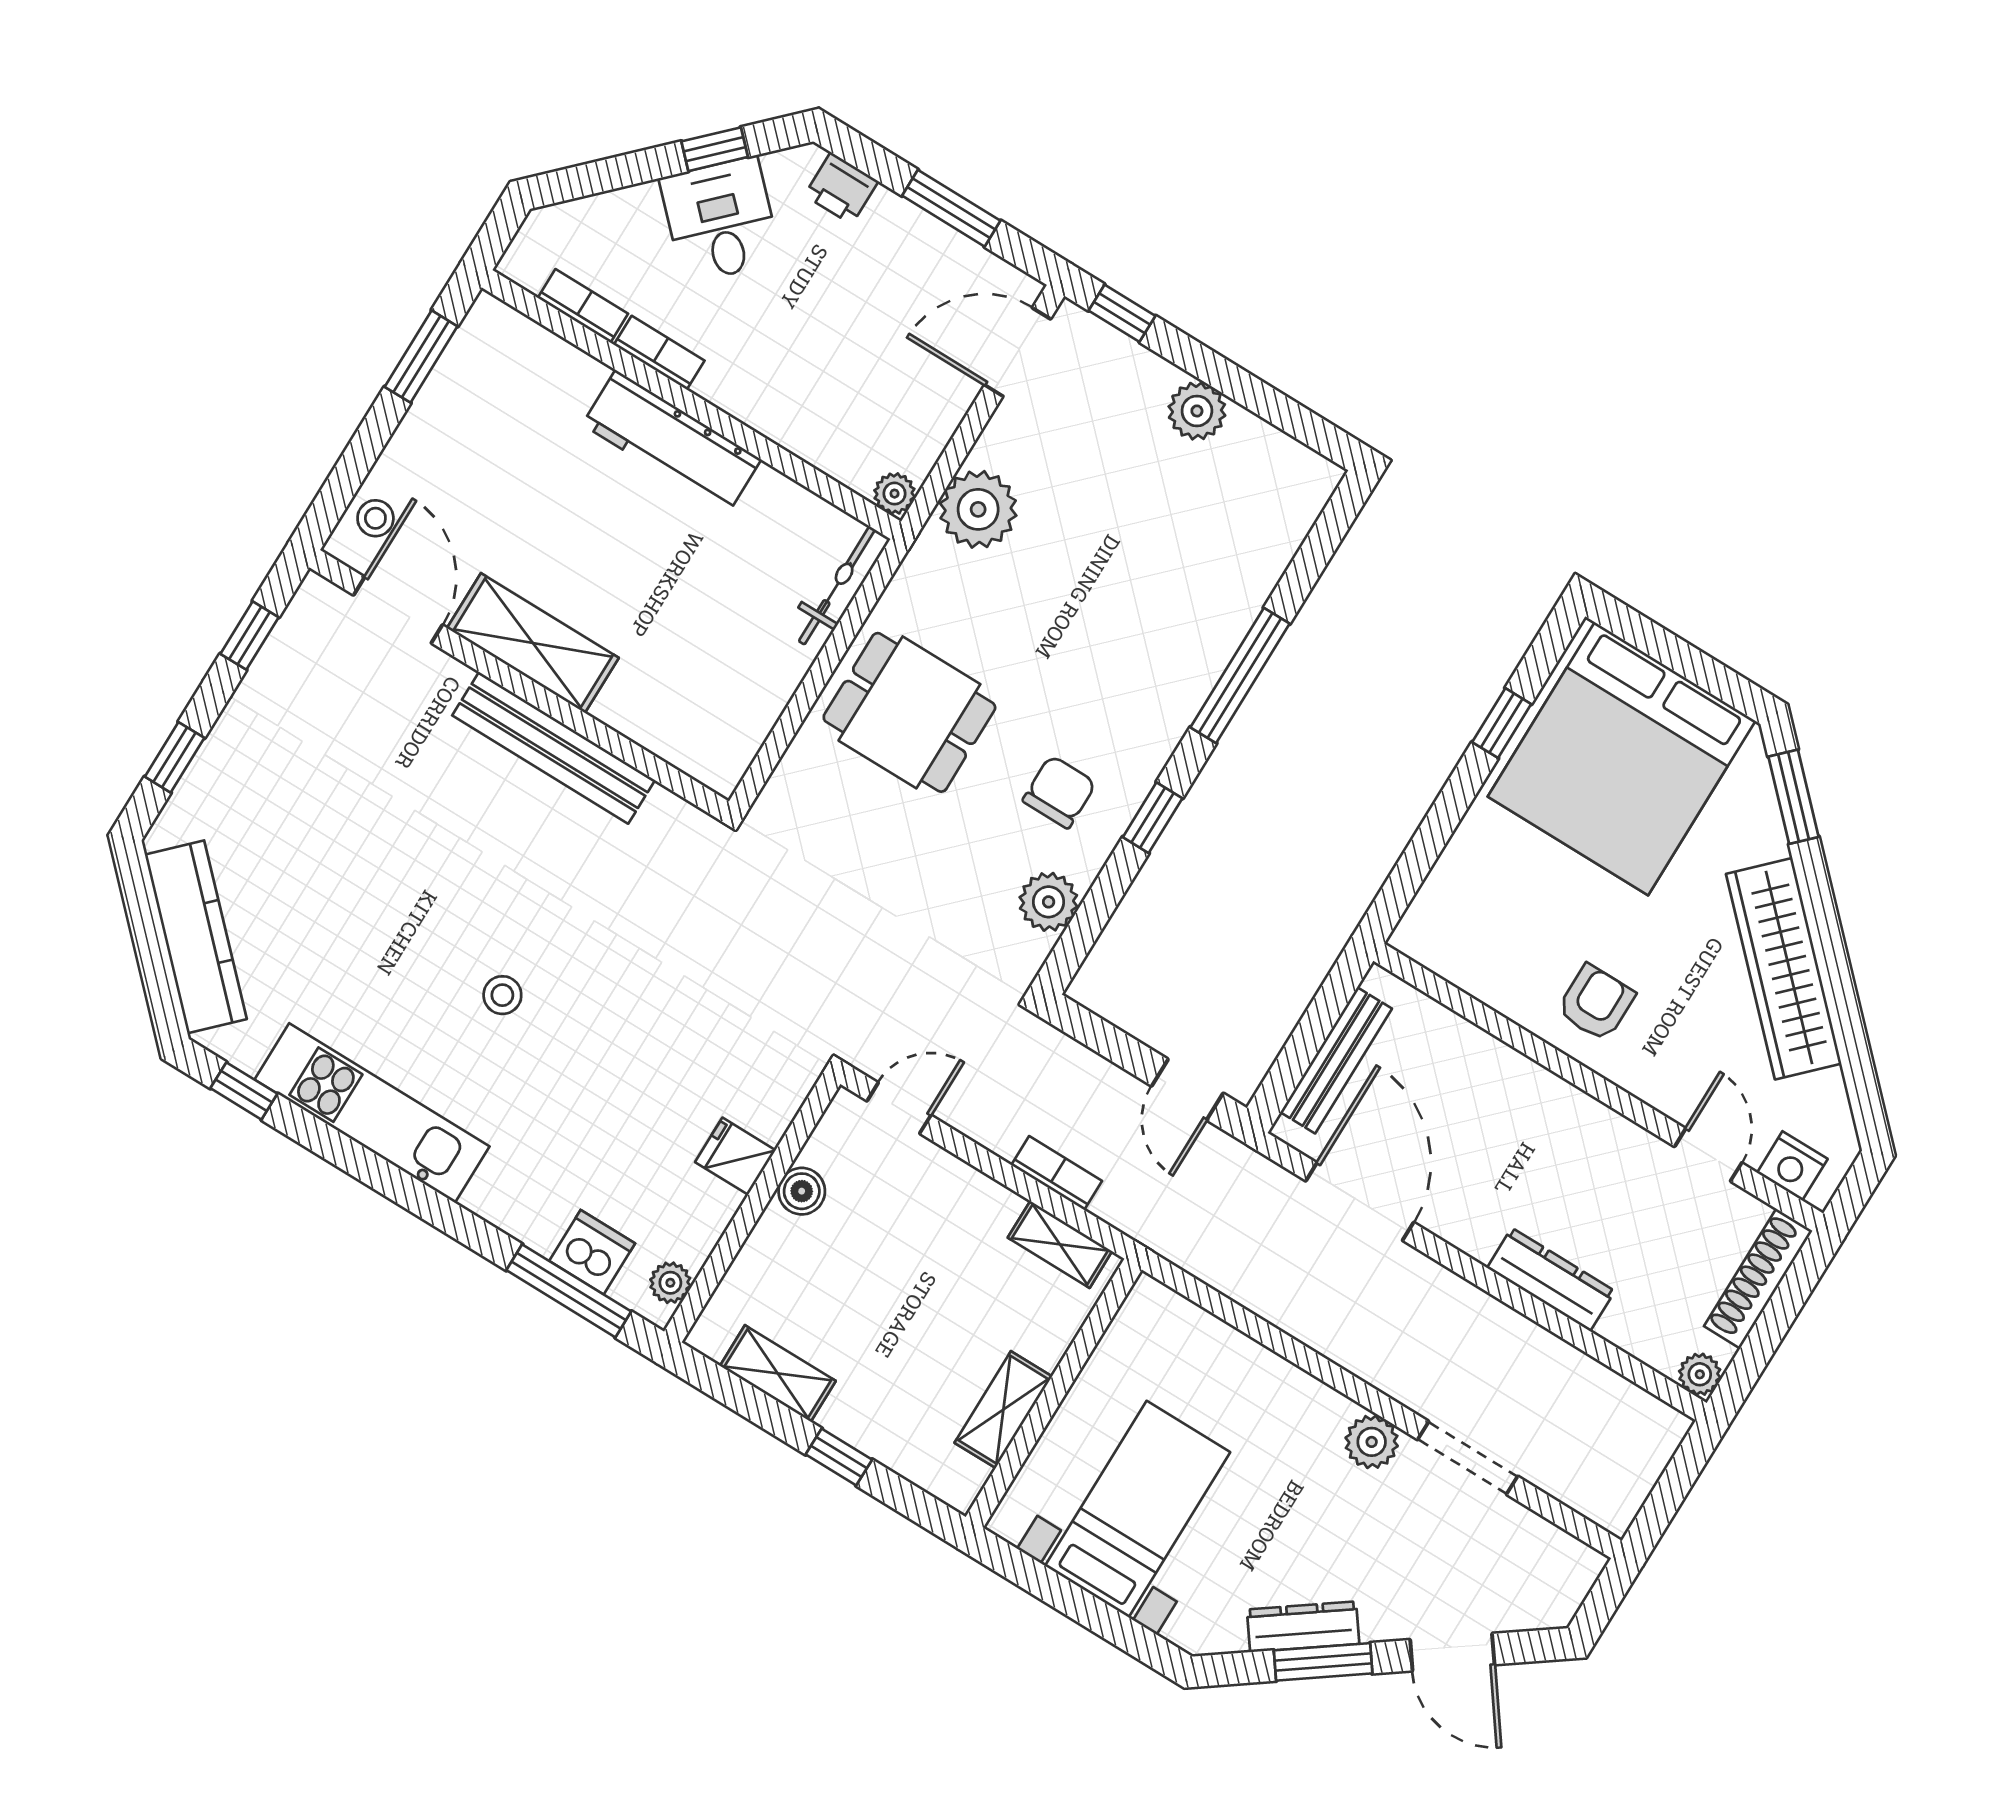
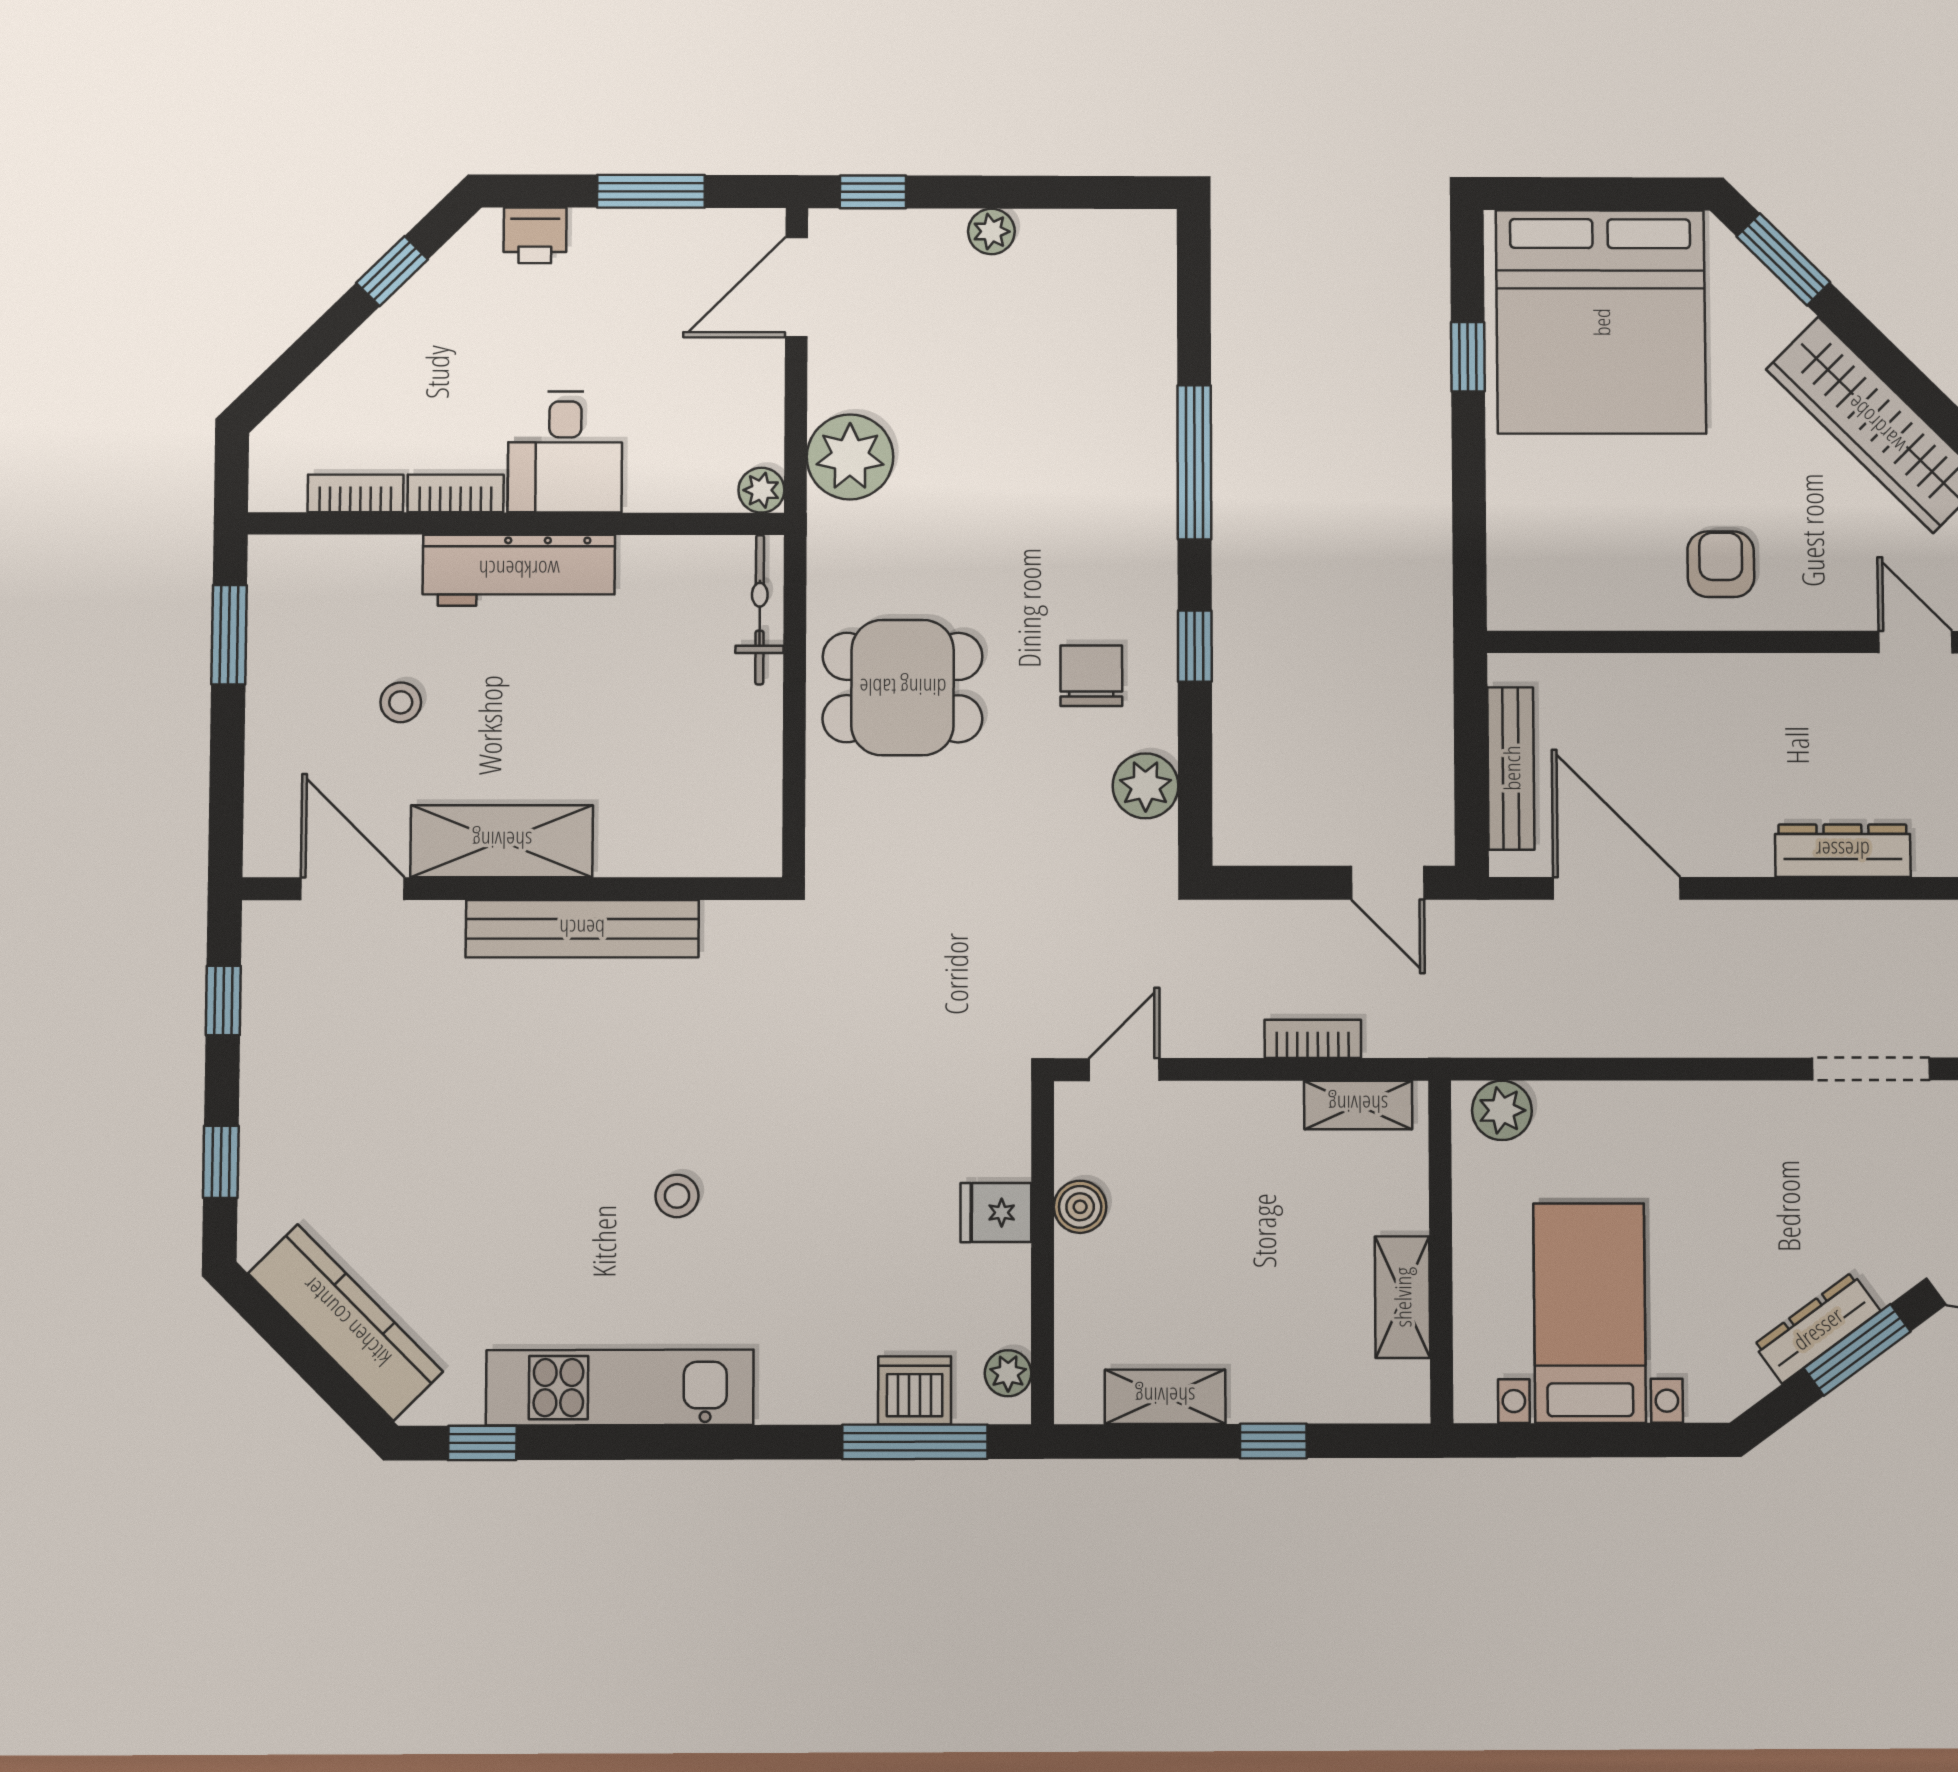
desk: (720, 220) -> (565, 452), moved, turned -135
plant: (1197, 411) -> (991, 231), width x0.73, depth x0.73
stool: (375, 518) -> (401, 702), moved
plant: (1372, 1442) -> (1502, 1110), moved

